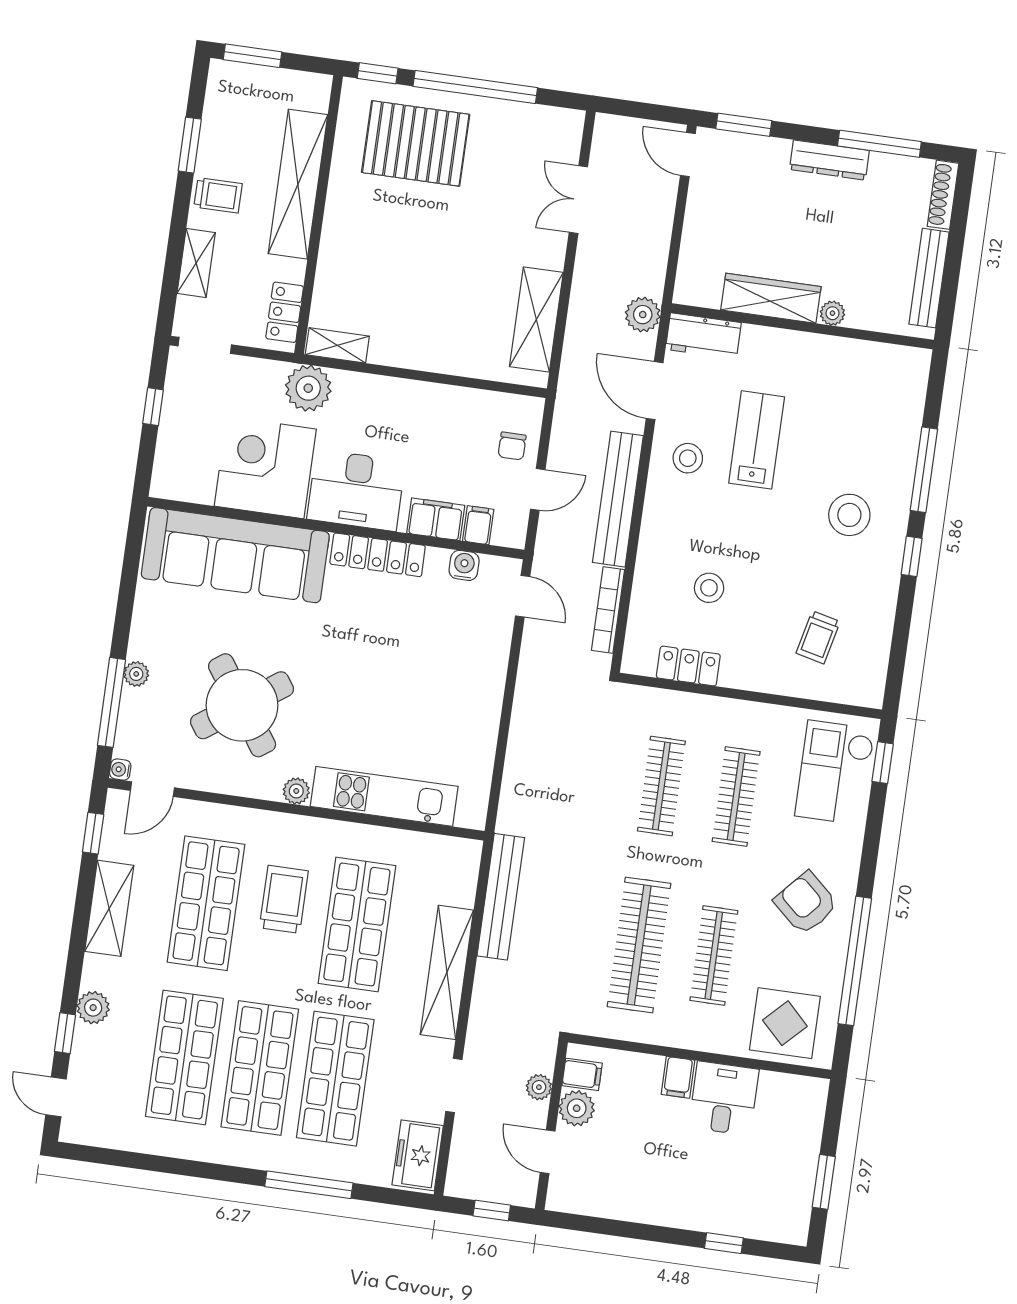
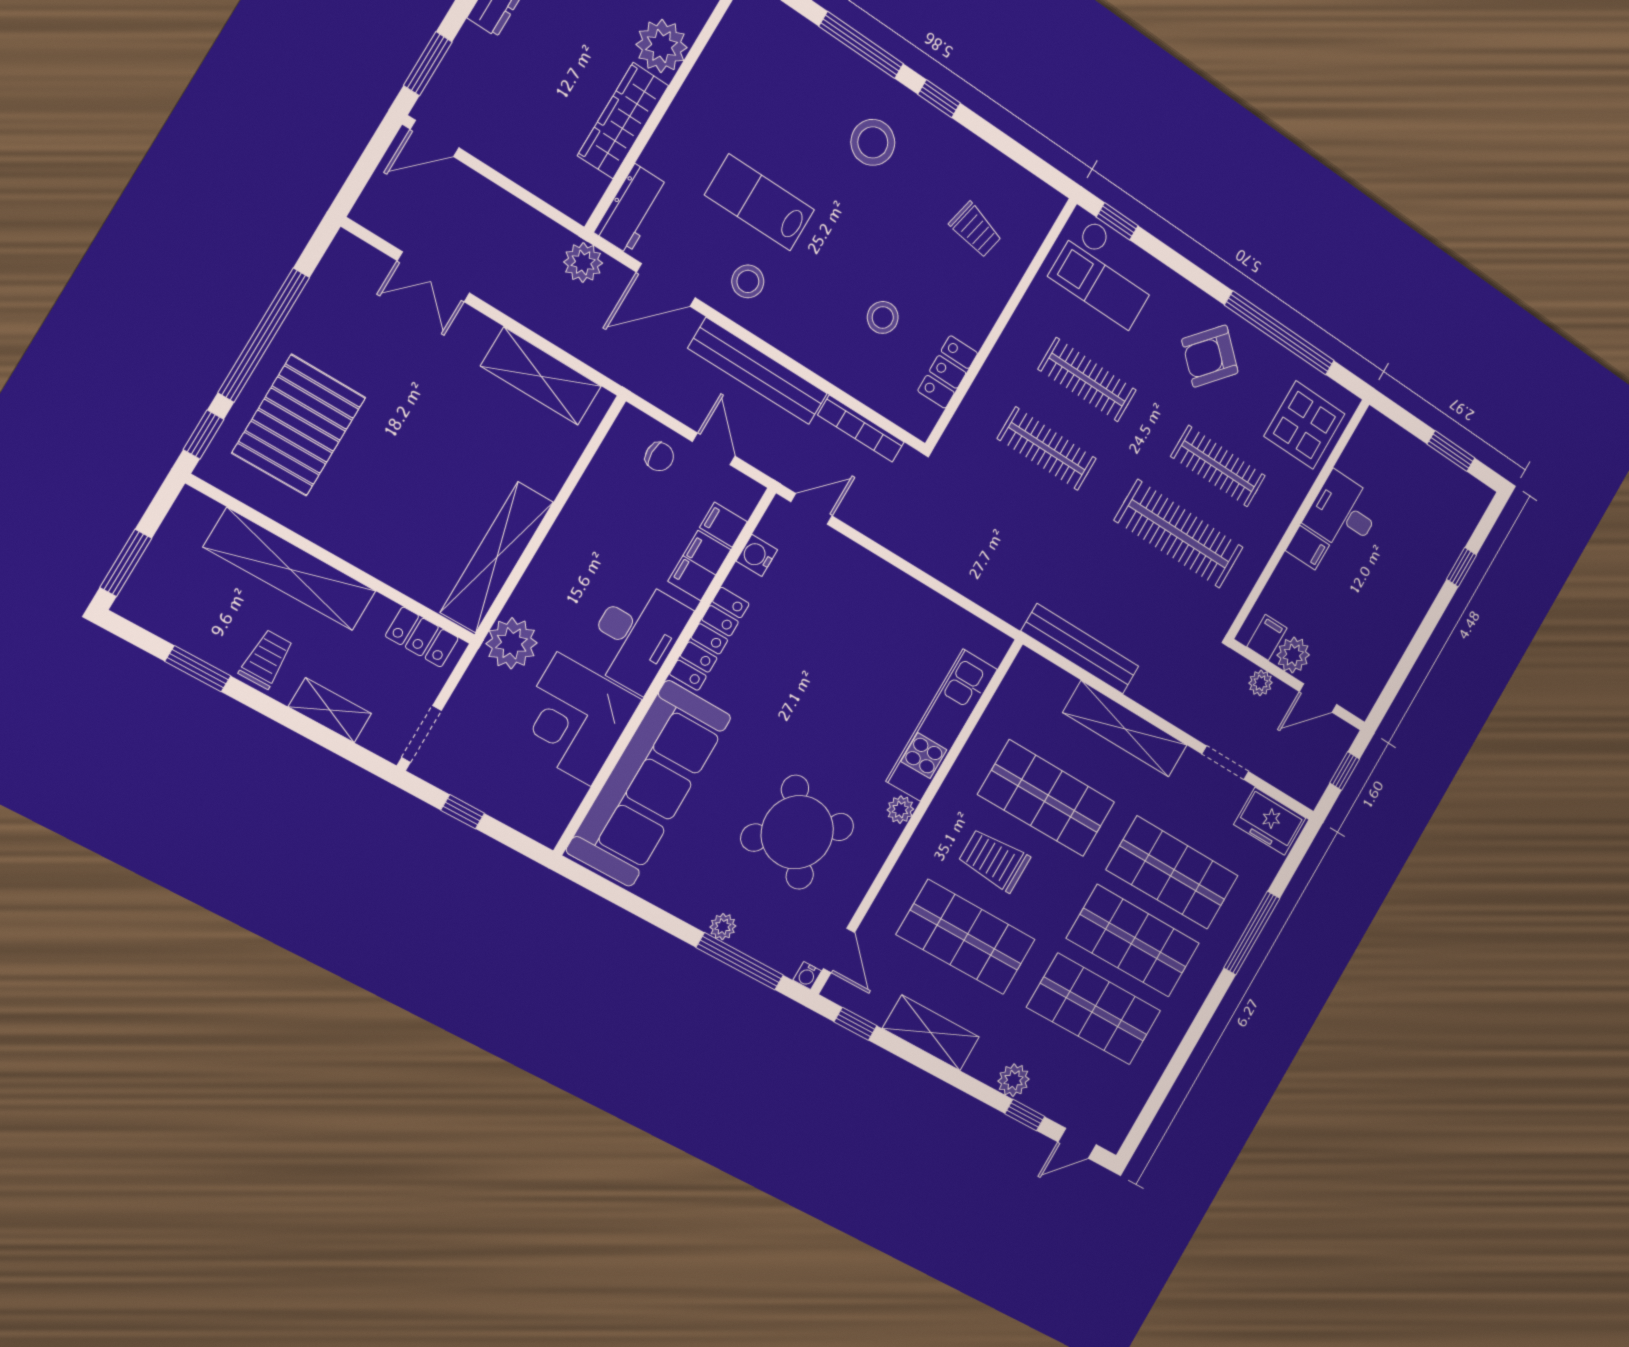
plant: (832, 313) -> (662, 46), width x1.88, depth x1.88
shelving: (337, 345) -> (497, 557), width x2.20, depth x1.33

